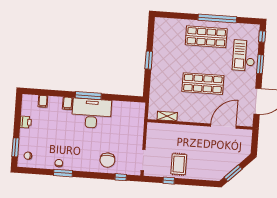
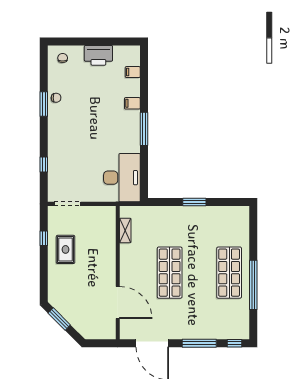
checkout: (244, 55) -> (209, 322), removed
window: (260, 64) -> (199, 343), width x1.44
desk: (92, 113) -> (122, 178), moved
printer: (26, 122) -> (98, 55), width x1.87, depth x1.48
window: (15, 147) -> (72, 41), removed
chair: (107, 160) -> (64, 159), removed
rug: (179, 164) -> (66, 249), turned 90
window: (121, 177) -> (44, 164), moved

